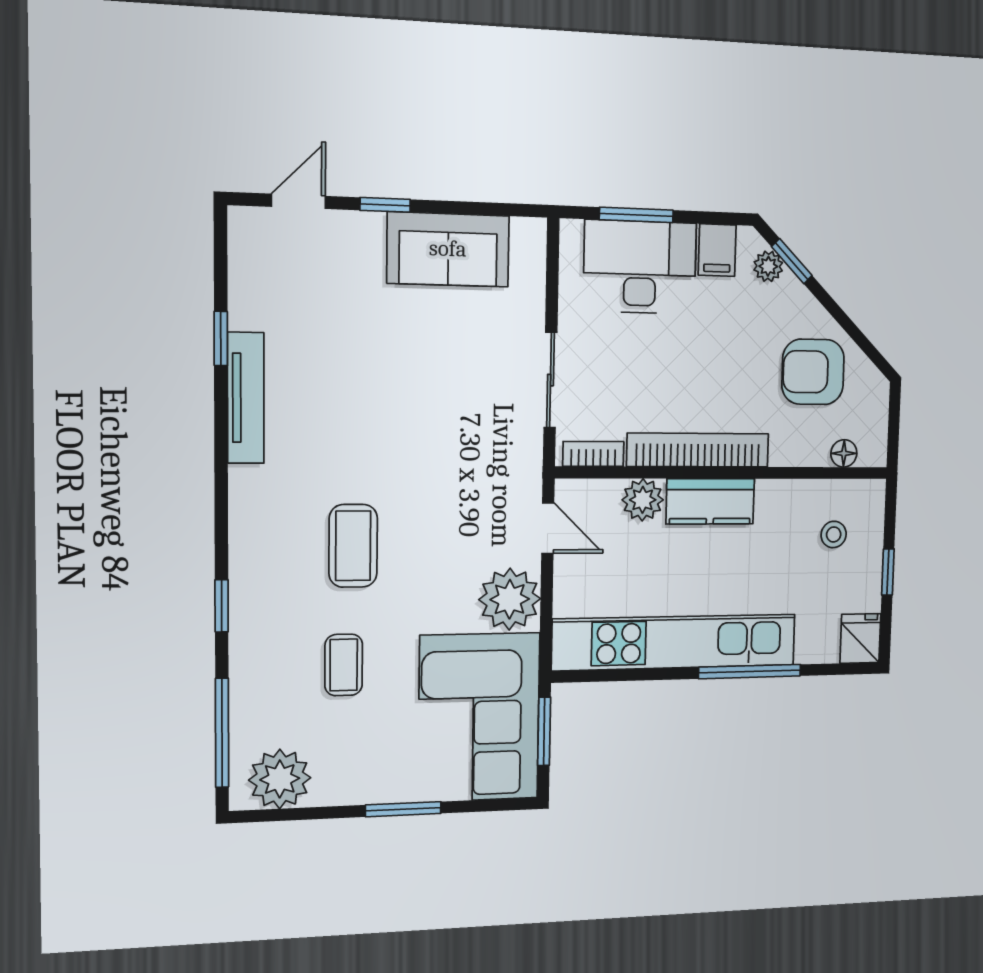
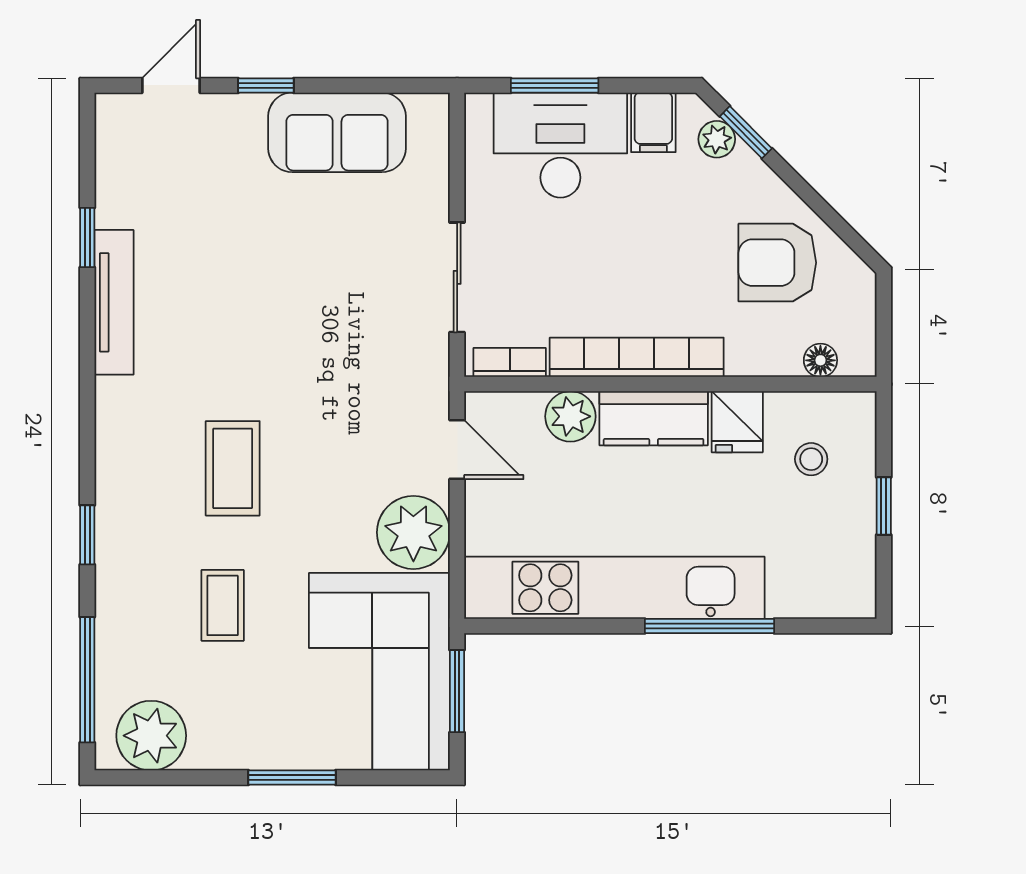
fridge: (860, 638) -> (737, 422), moved, turned 180

